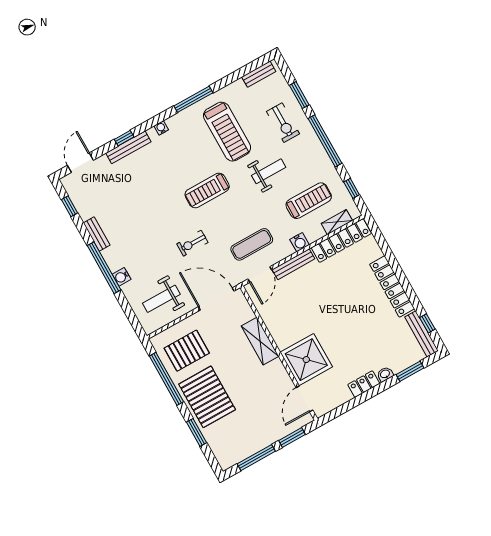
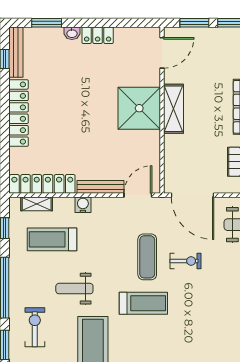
exercise mat: (252, 244) -> (147, 257), moved, turned 90
shelving: (260, 341) -> (173, 109), moved
shower: (306, 360) -> (139, 108), moved

